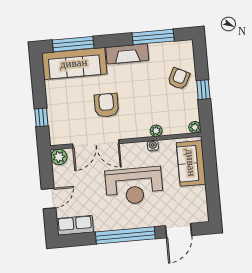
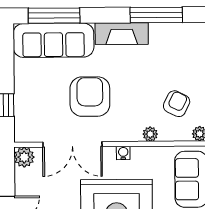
armchair: (179, 79) -> (177, 104), moved
armchair: (106, 105) -> (90, 97), width x1.36, depth x1.36
water cooler: (153, 146) -> (123, 153), moved

